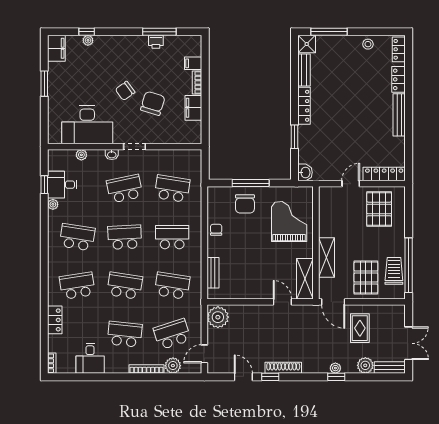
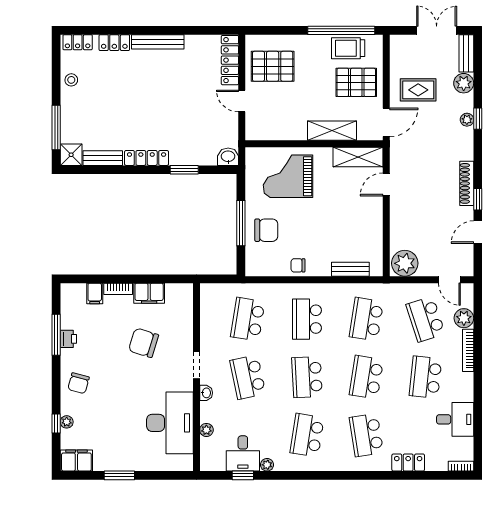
chair: (125, 91) -> (79, 383), moved, turned 51

